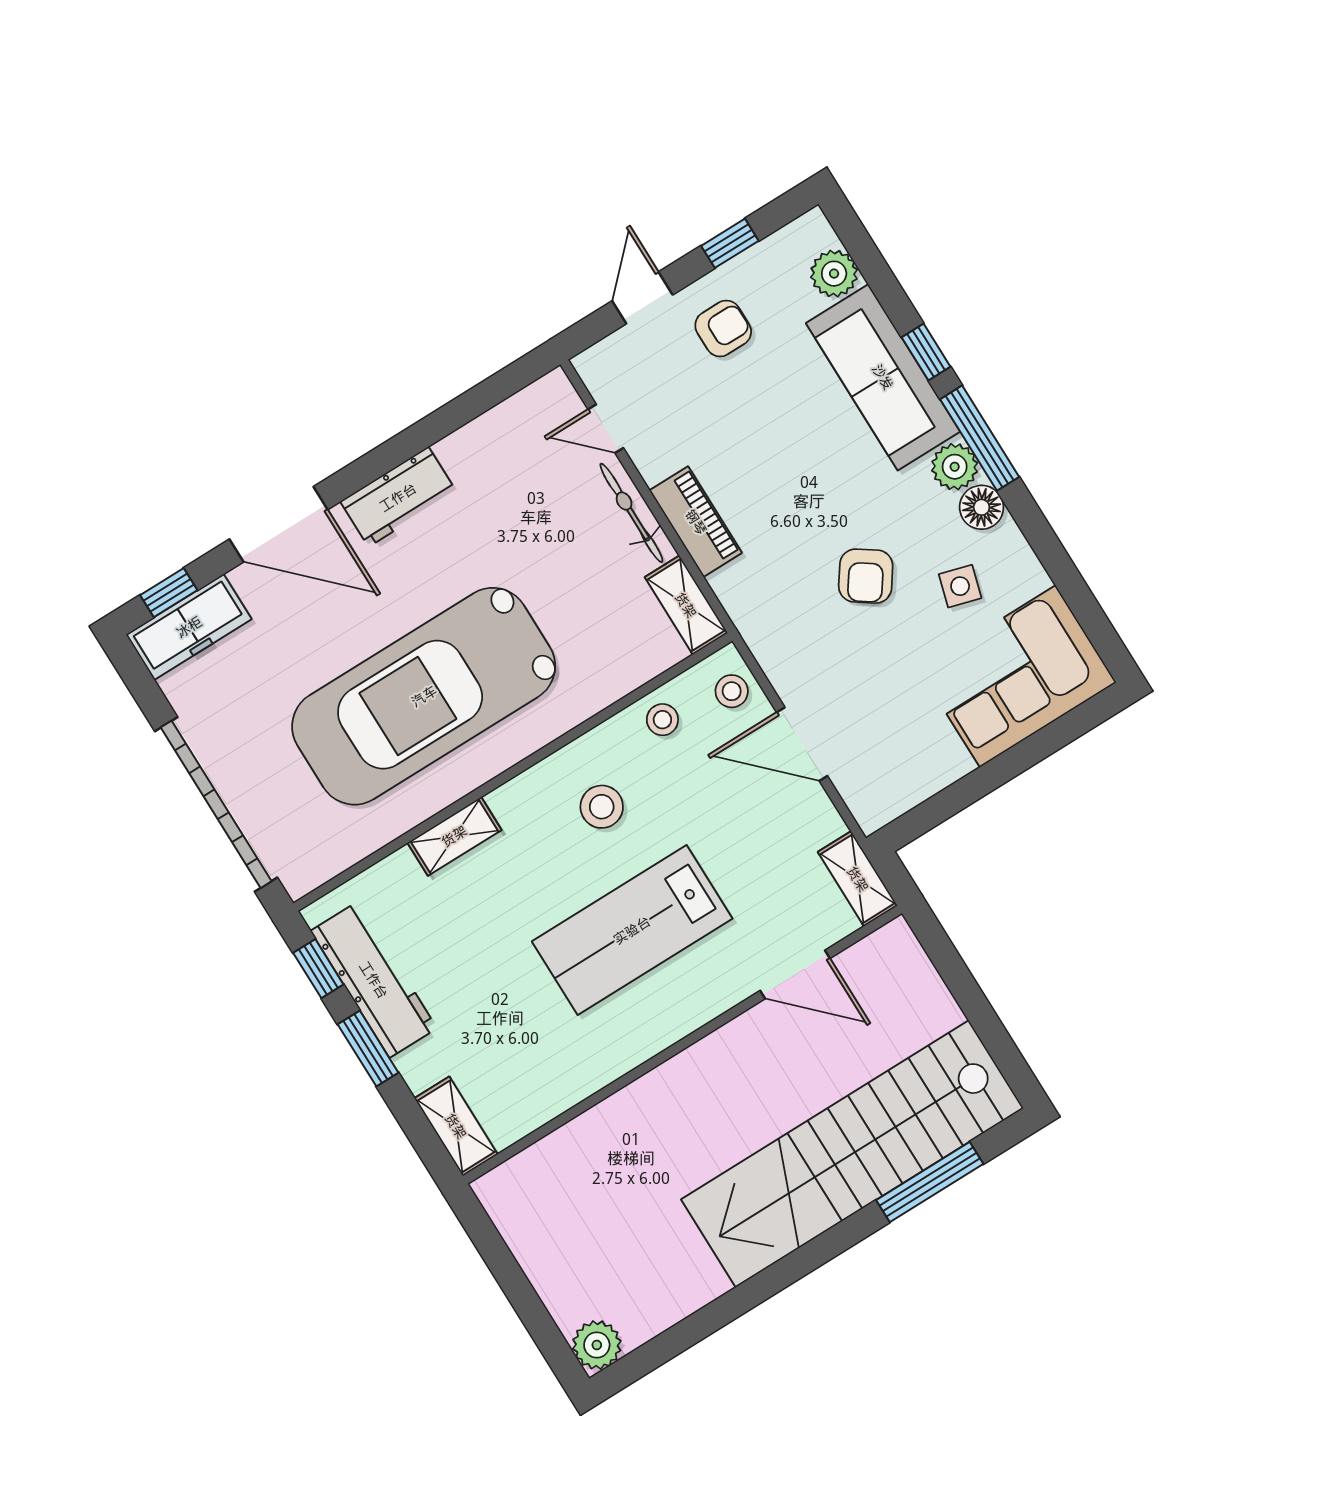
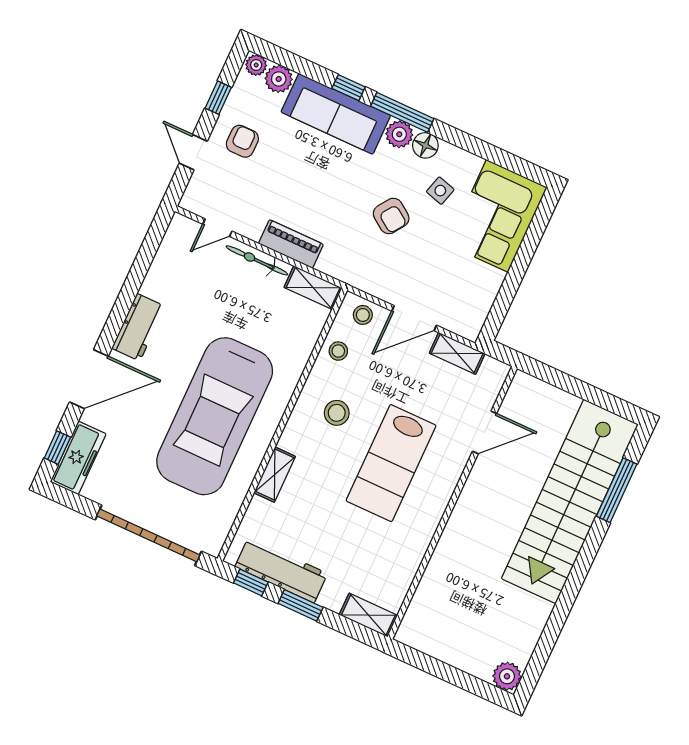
plant: (815, 232) -> (256, 65), added
shelving: (858, 879) -> (457, 353), moved

